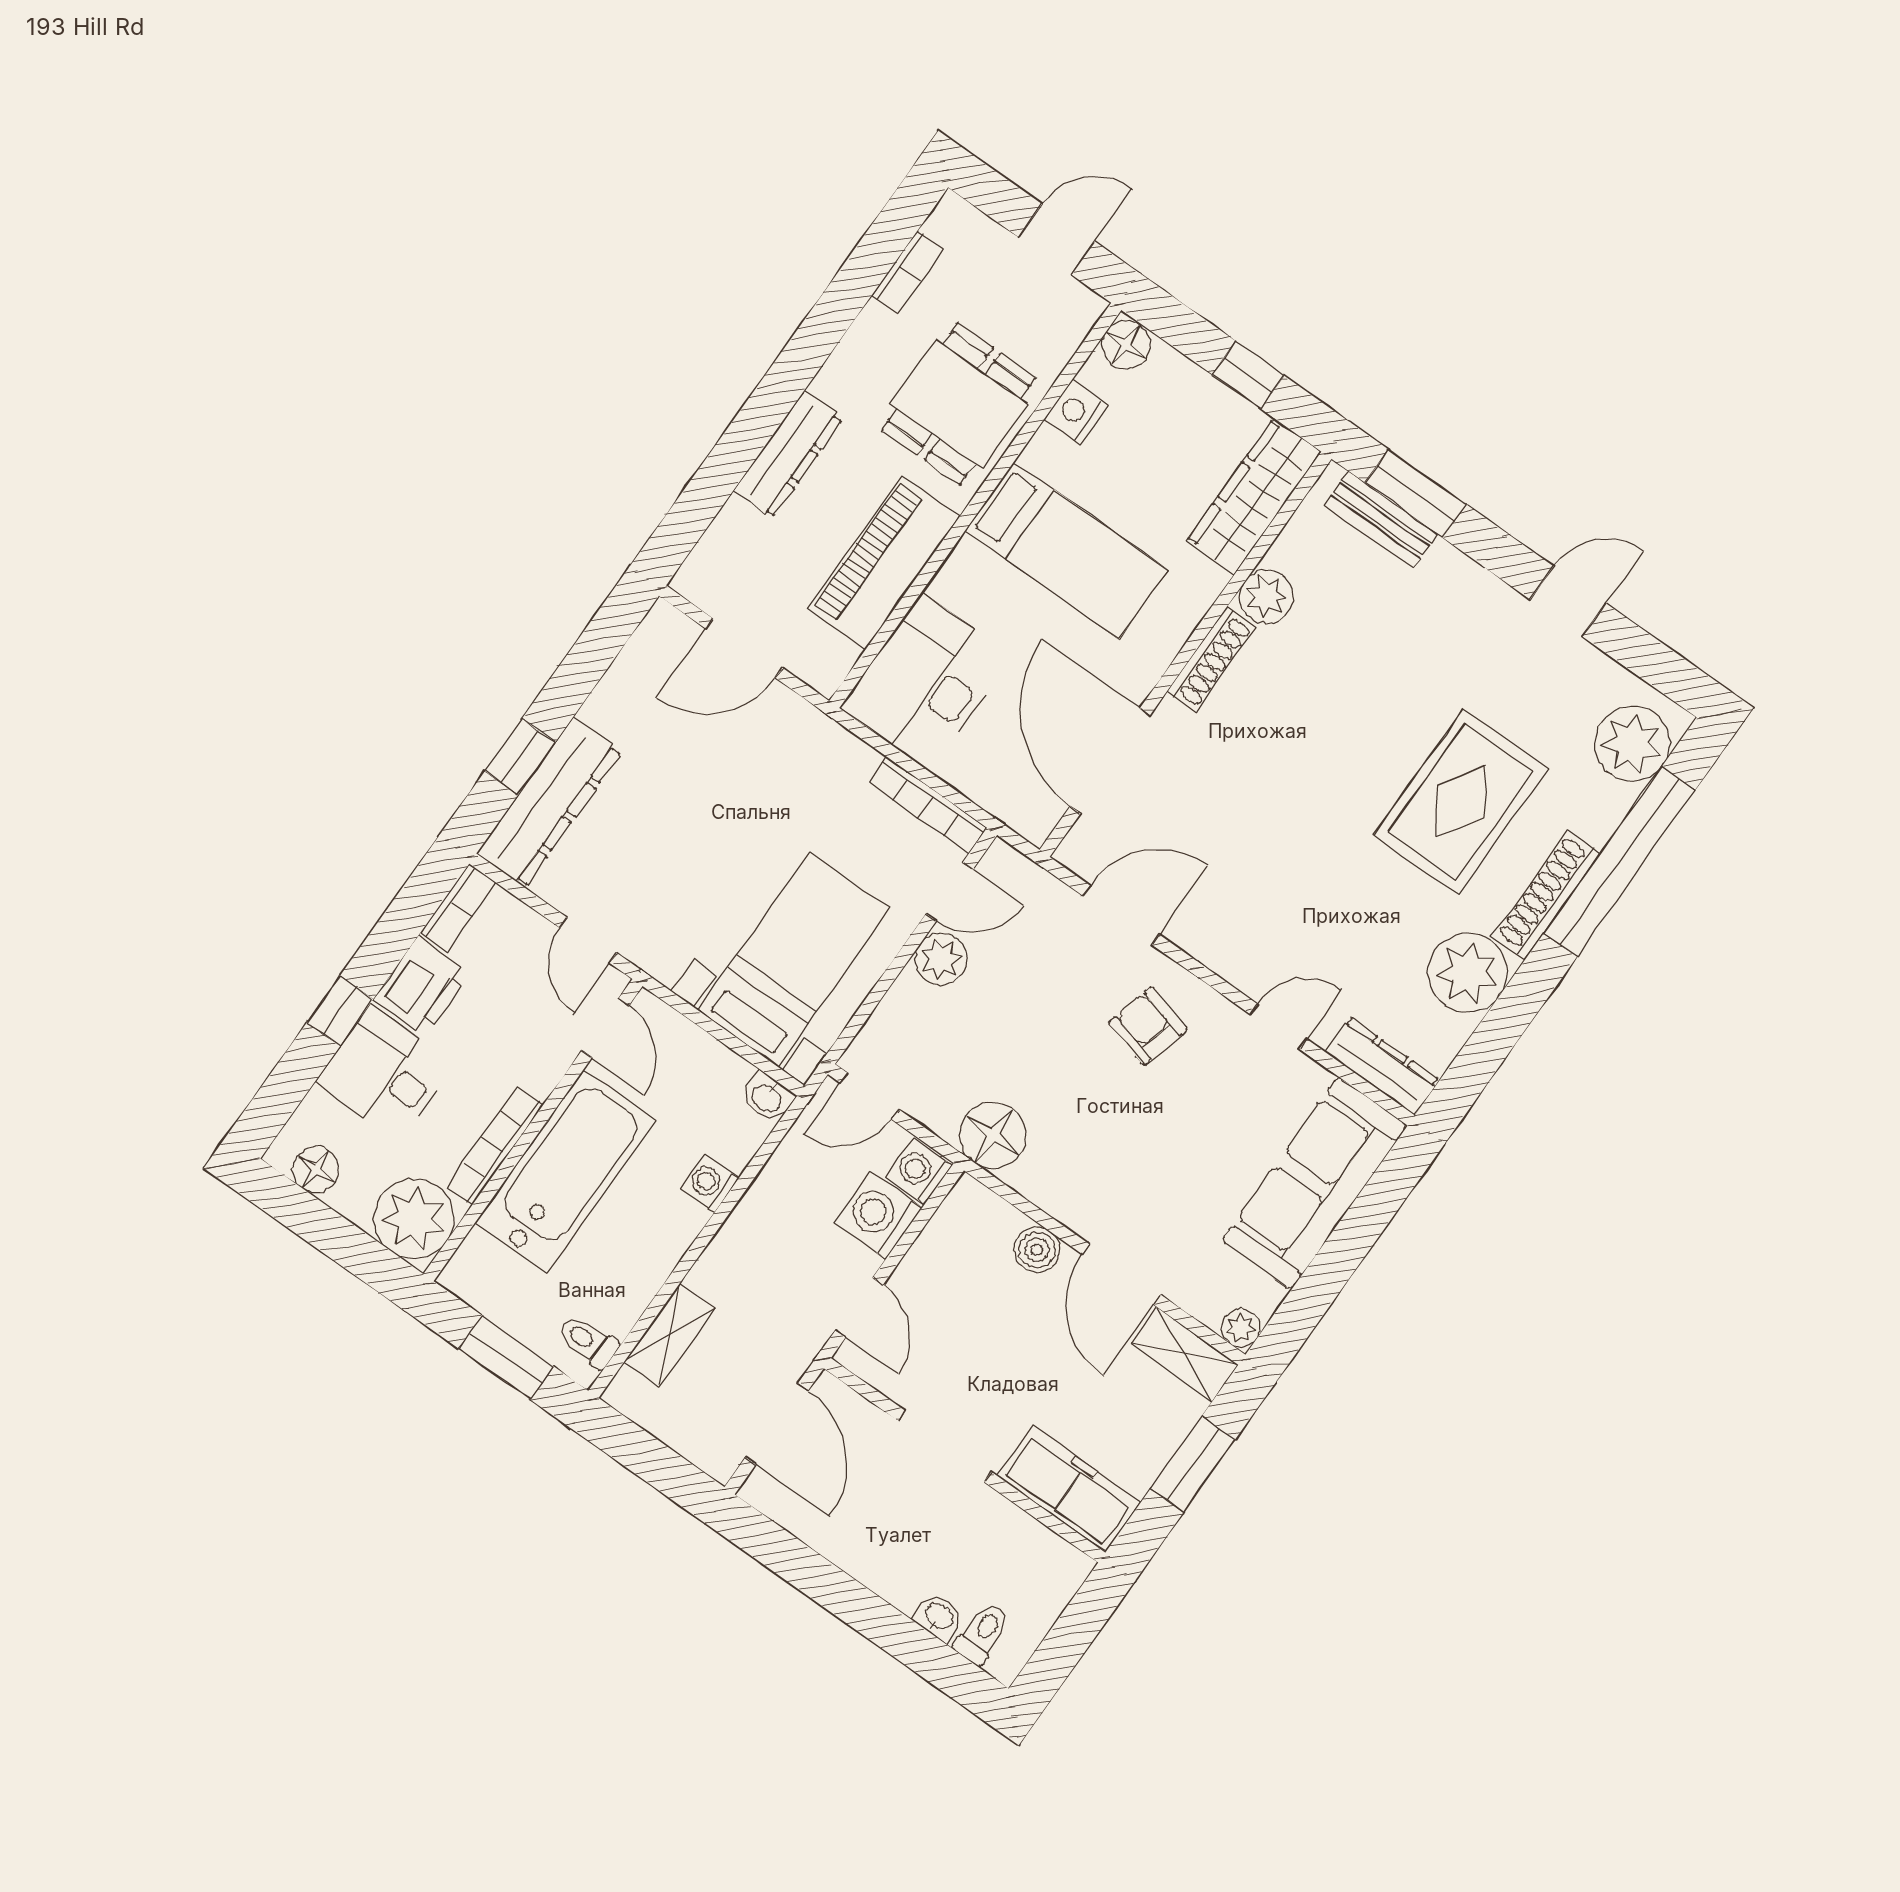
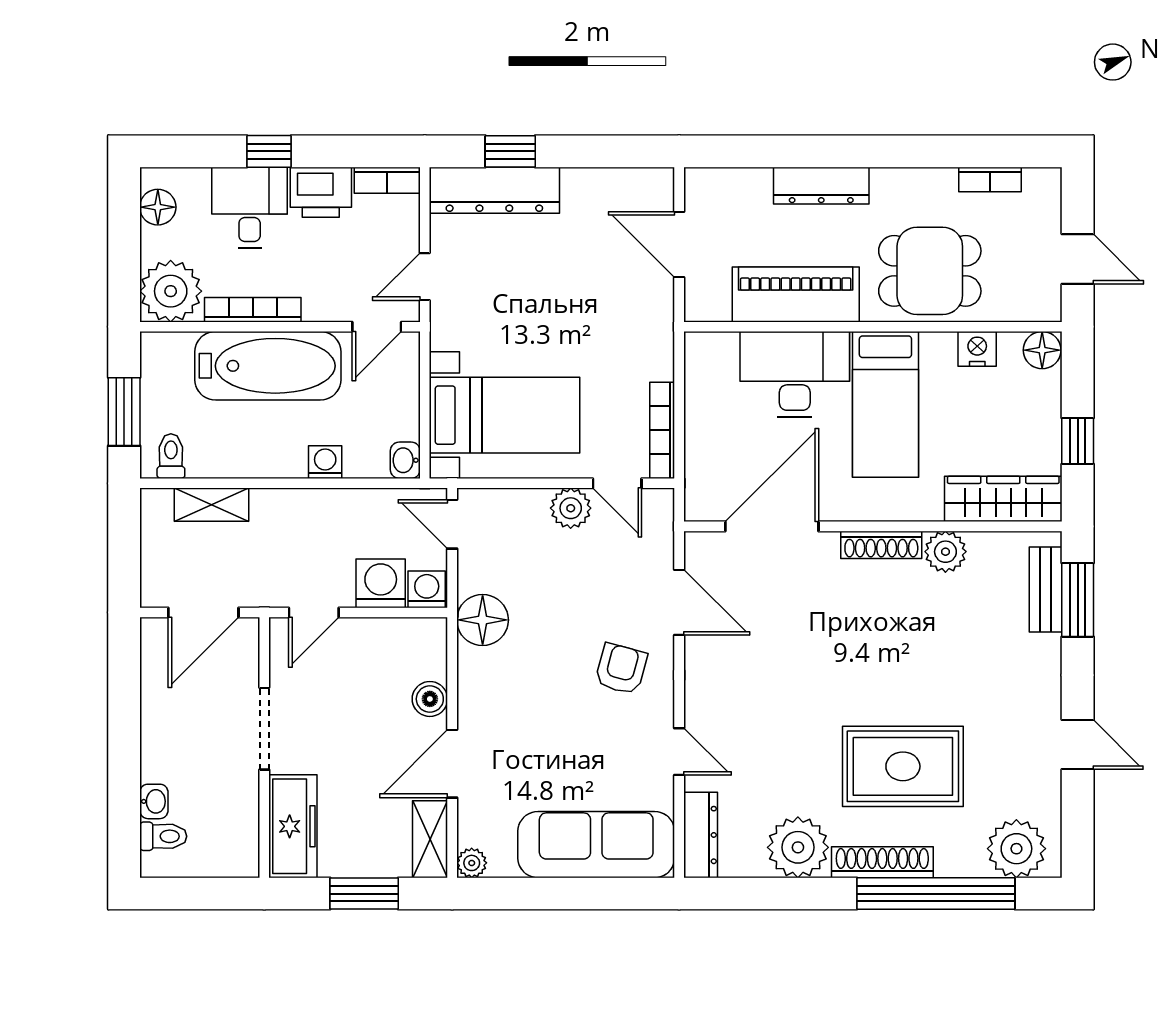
desk: (926, 681) -> (795, 374), moved

